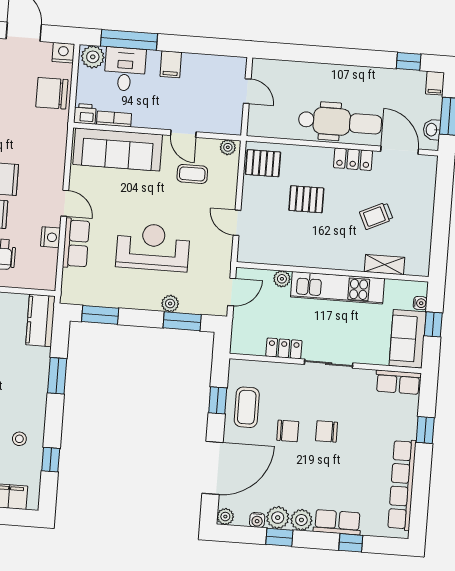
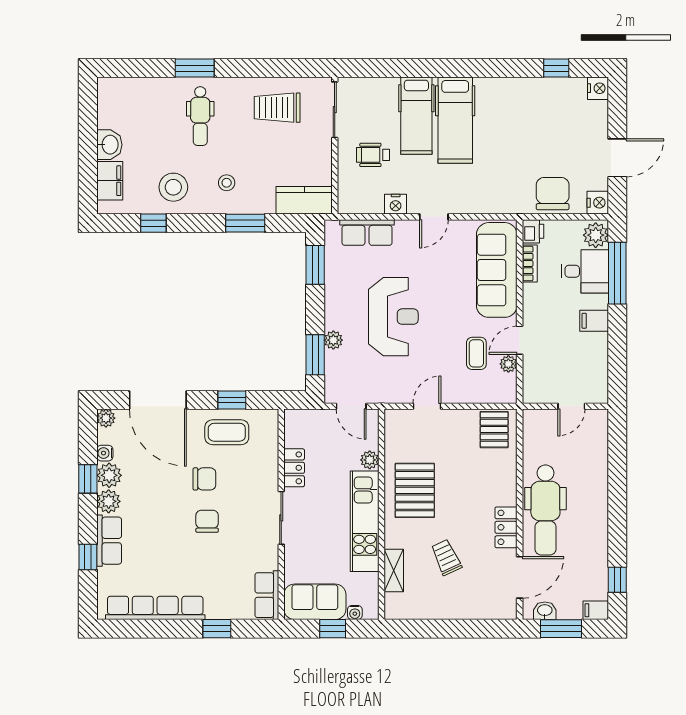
plant: (228, 147) -> (508, 364), moved
pallet: (306, 199) -> (415, 490), moved, width x1.50, depth x1.42
row of seats: (76, 243) -> (367, 233), moved
stool: (19, 390) -> (227, 183), added
chair: (288, 431) -> (204, 479), turned -90
stool: (19, 439) -> (173, 187), width x1.89, depth x1.89

